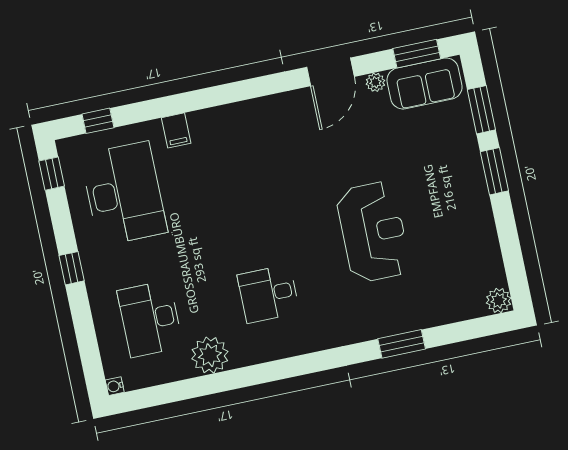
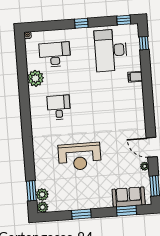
sofa: (425, 83) -> (129, 197), moved, turned 90
window: (494, 171) -> (81, 214), moved
desk: (124, 194) -> (111, 50), turned 90
plant: (470, 305) -> (42, 195), added
window: (402, 344) -> (31, 191), moved

